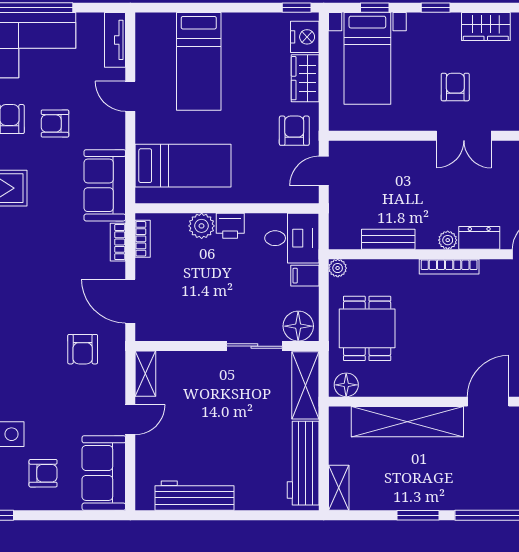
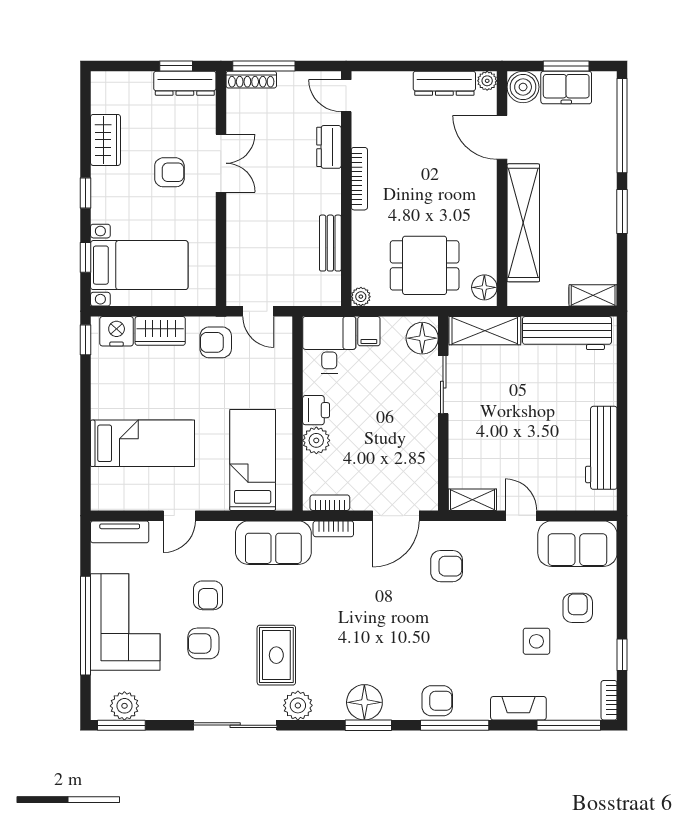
armchair: (455, 87) -> (169, 172), turned 180
plant: (448, 240) -> (331, 180), removed

